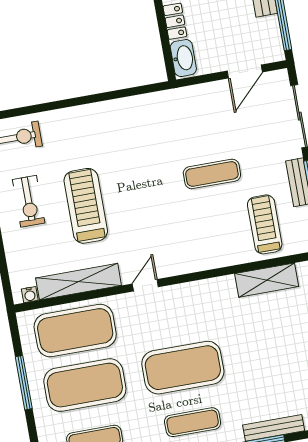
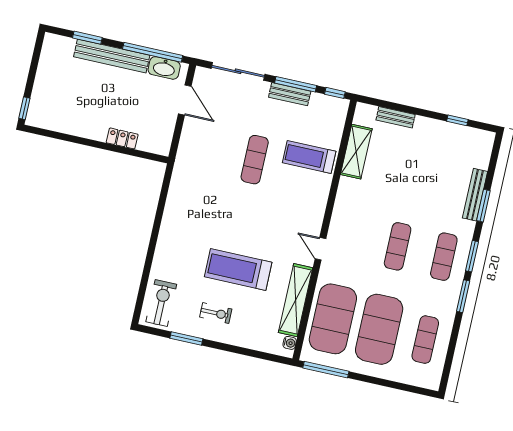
washbasin: (183, 58) -> (164, 68), moved, turned 180
exercise bike: (29, 201) -> (216, 313), width x0.73, depth x0.72
treadmill: (265, 224) -> (309, 157), moved
exercise mat: (183, 368) -> (398, 246), width x0.50, depth x0.69
window: (24, 383) -> (326, 370), moved

